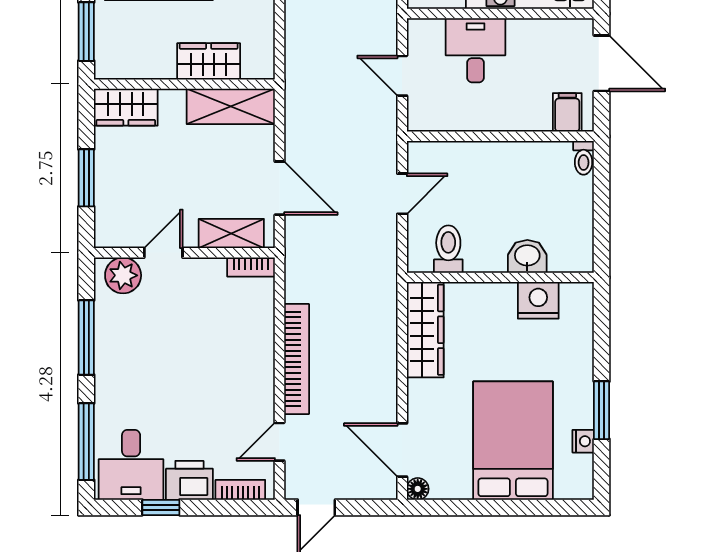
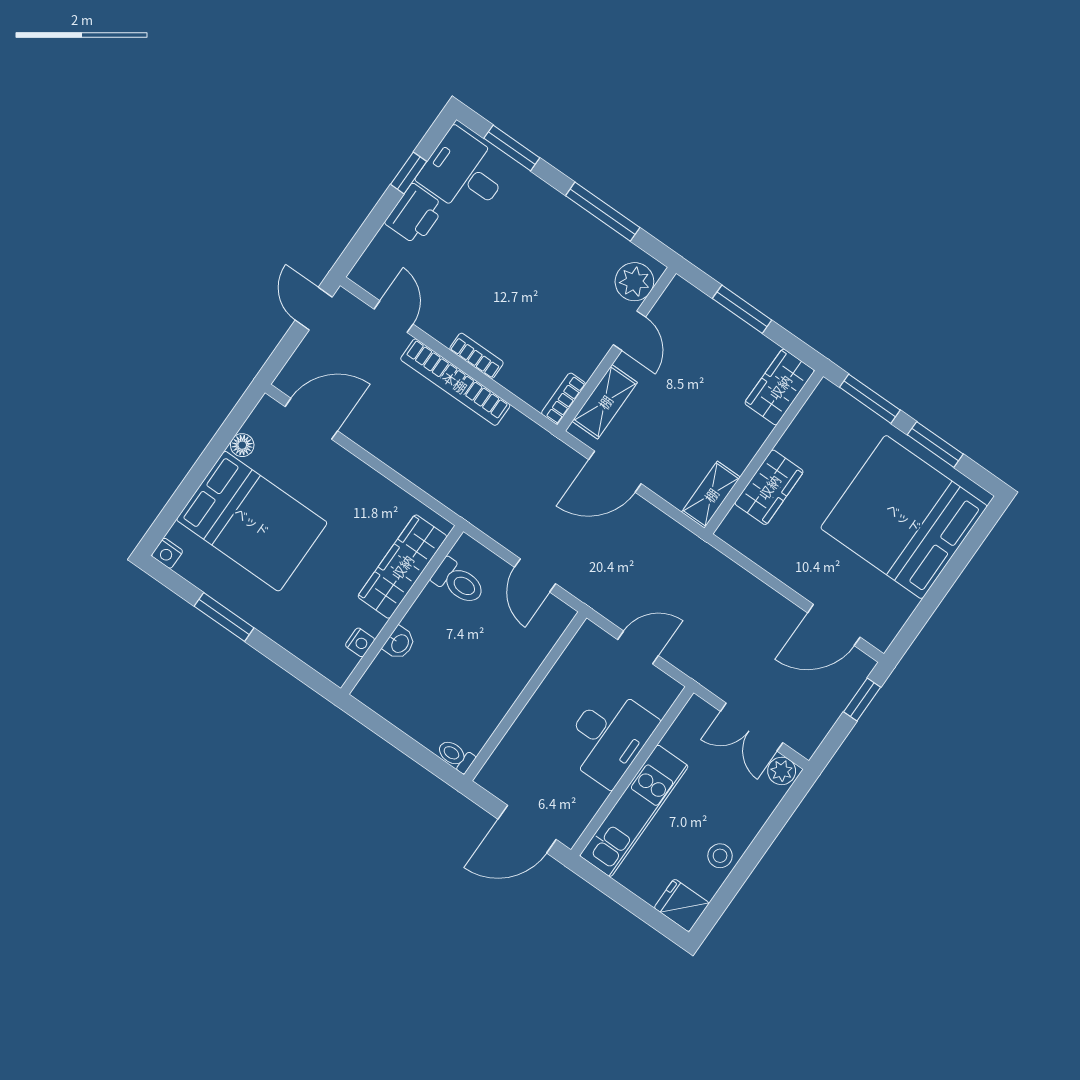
desk: (476, 50) -> (609, 737), width x1.37
shelving: (231, 106) -> (711, 495), width x0.67, depth x0.75
filing cabinet: (567, 112) -> (505, 769), removed
washbasin: (527, 256) -> (399, 643), width x0.72, depth x0.69
nightstand: (538, 300) -> (360, 642), width x0.53, depth x0.56
wardrobe: (425, 330) -> (402, 567), moved, turned 90
nightstand: (583, 441) -> (167, 553), moved
window: (86, 442) -> (512, 148), width x0.69
floor lamp: (418, 489) -> (242, 445), moved
bookcase: (240, 490) -> (476, 356), moved, turned -90

